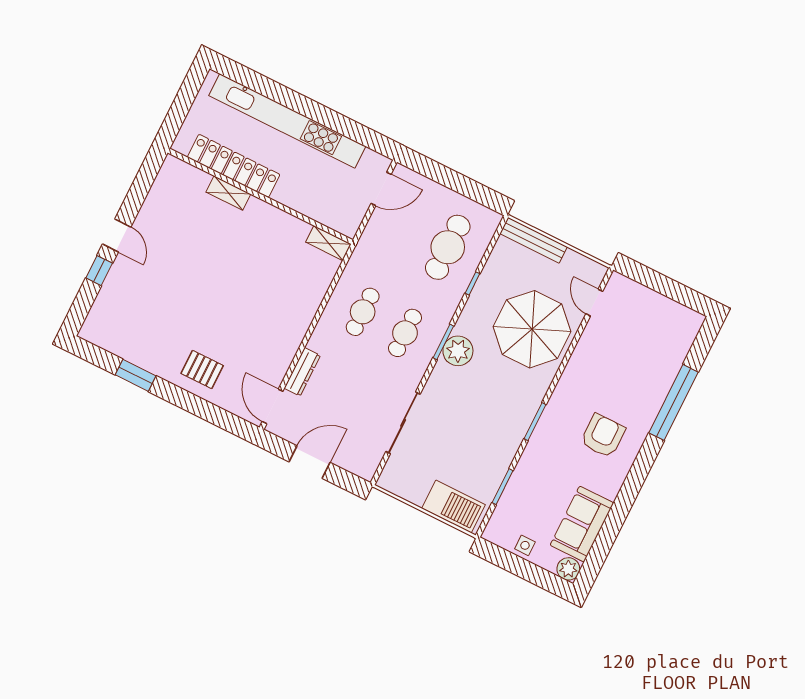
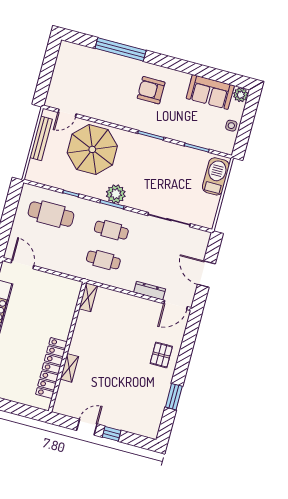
locker: (234, 166) -> (51, 368), moved
shelving: (228, 193) -> (69, 368), moved
wall: (260, 196) -> (67, 347), moved
bench: (534, 240) -> (41, 138), moved
shelving: (328, 243) -> (88, 297), moved

